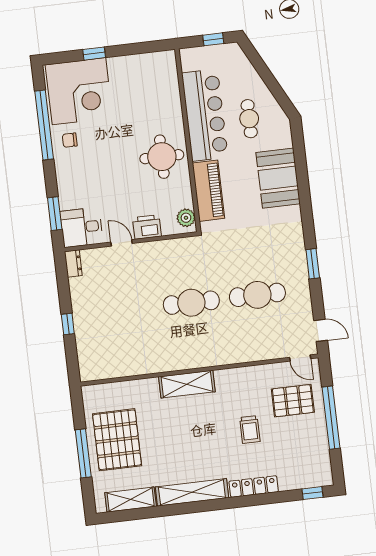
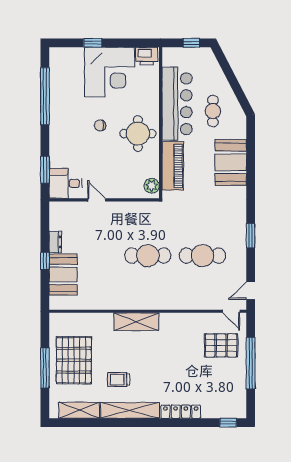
corner desk: (79, 91) -> (110, 72), moved
chair: (70, 140) -> (100, 125), moved
printer: (147, 227) -> (147, 56), moved, turned 180
dresser: (73, 263) -> (55, 242), moved
door: (321, 330) -> (251, 291), swing flipped
booth: (92, 338) -> (63, 275), added
trolley: (250, 429) -> (119, 380), moved, turned 90

